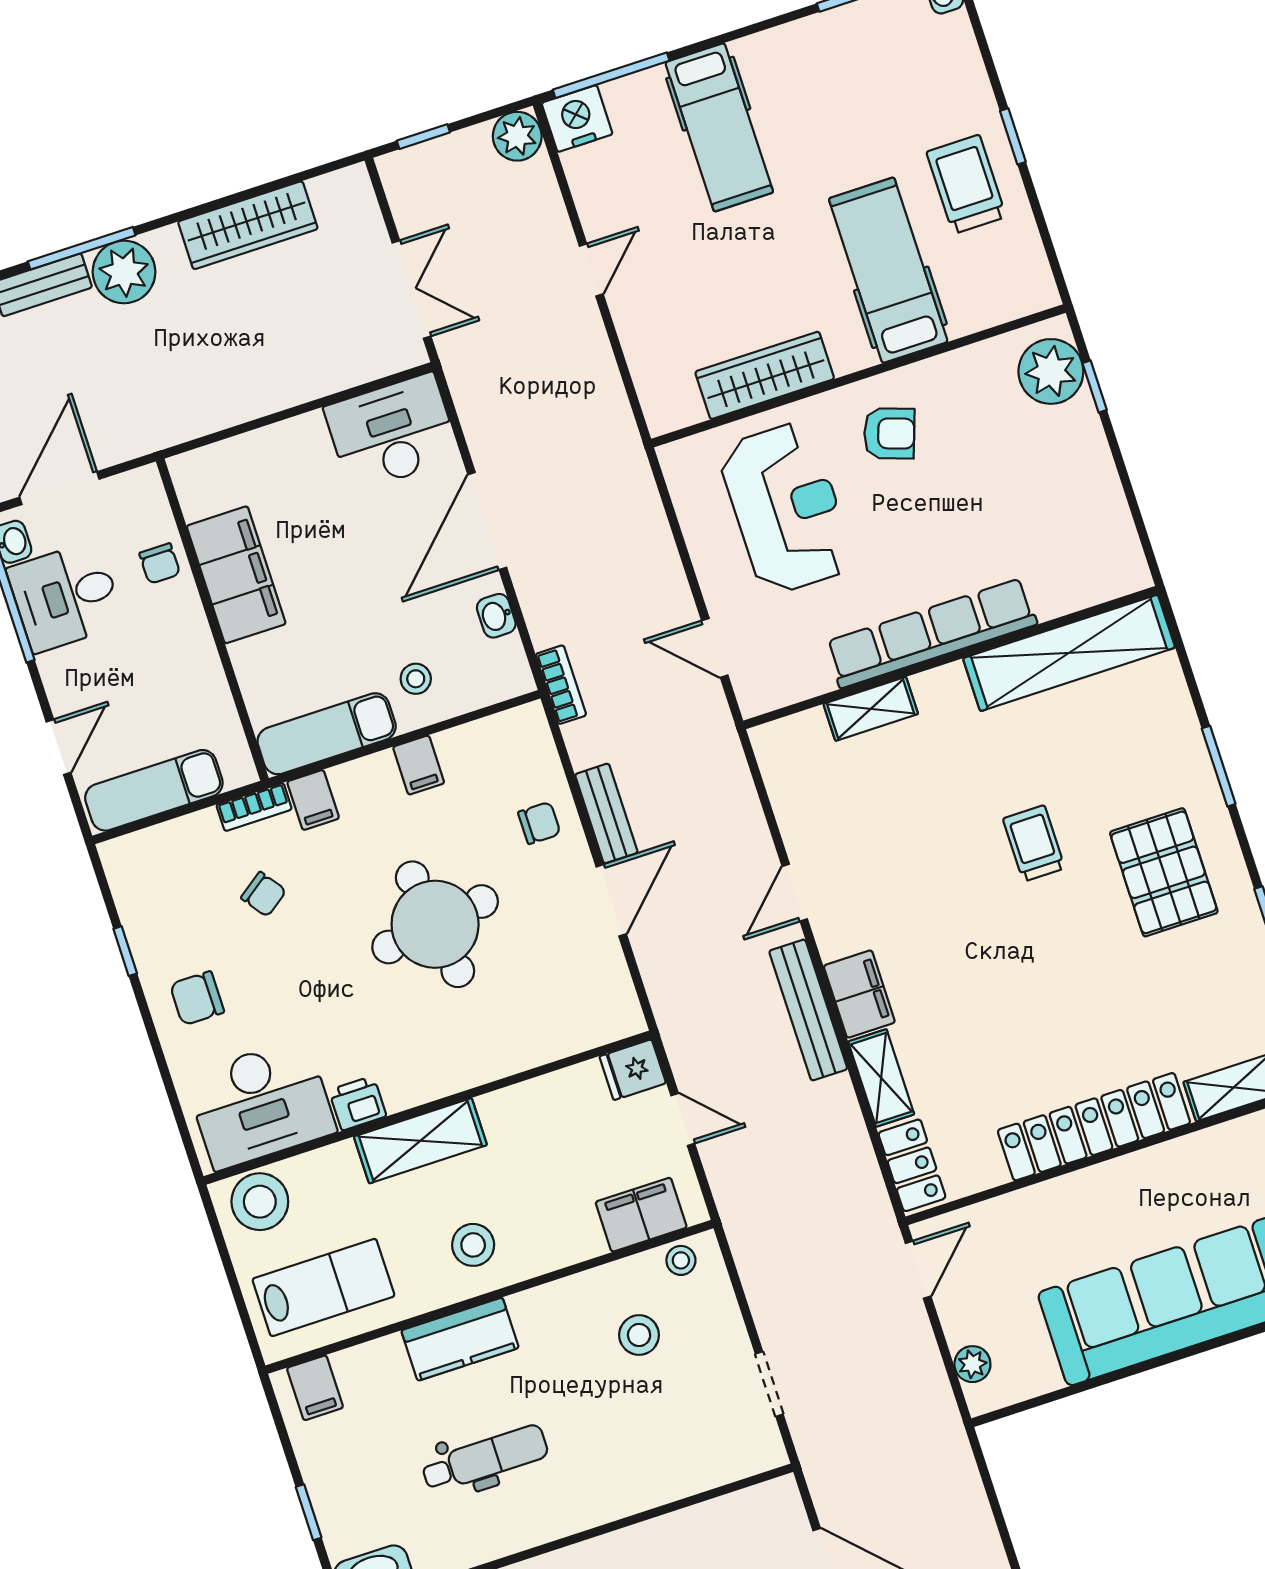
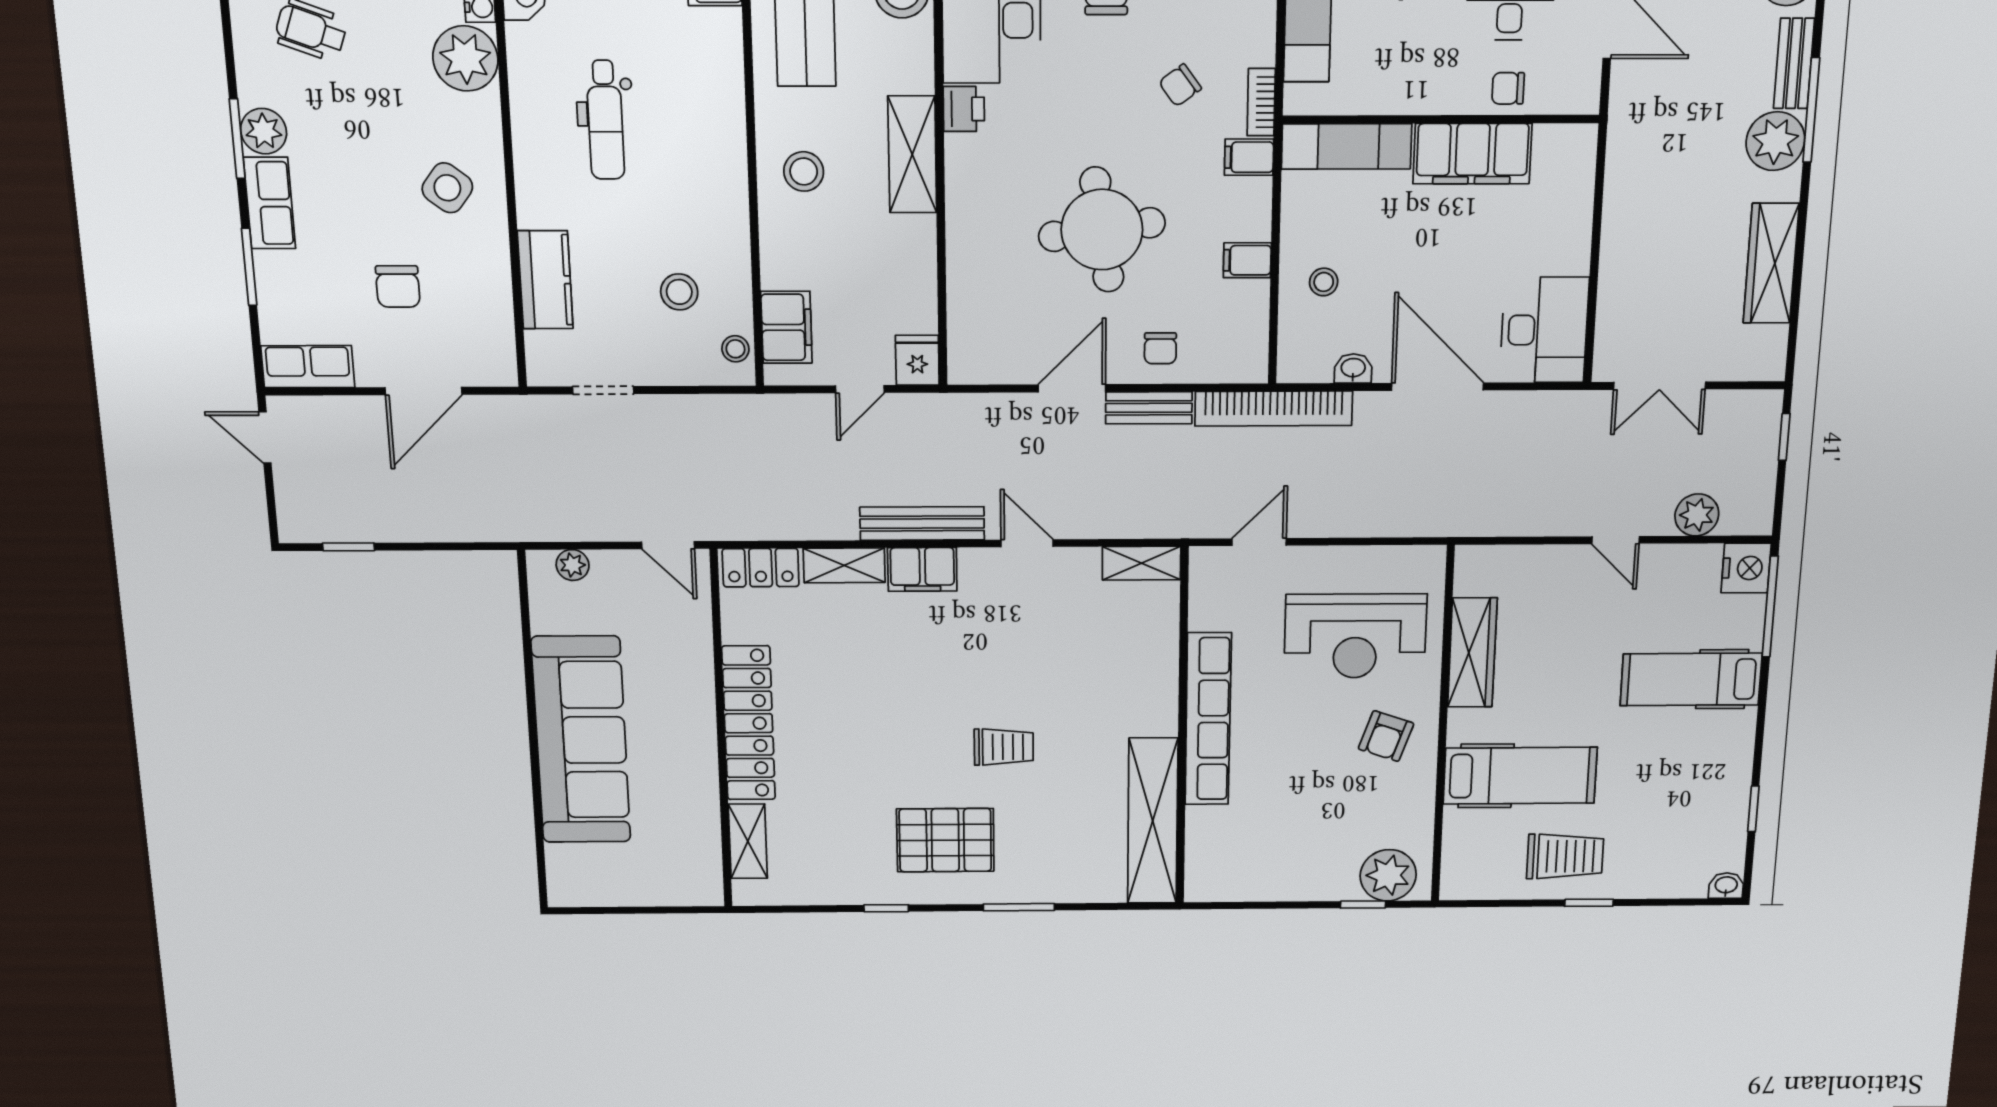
plant: (517, 136) -> (1697, 515), moved
bookcase: (561, 685) -> (1274, 409), width x2.31, depth x1.31
shelving: (871, 709) -> (1141, 563), moved, turned 90
exam couch: (327, 734) -> (1347, 146), moved, turned 90
door: (611, 900) -> (1072, 388), swing flipped
kitchen counter: (460, 1339) -> (545, 280), moved, turned 180

